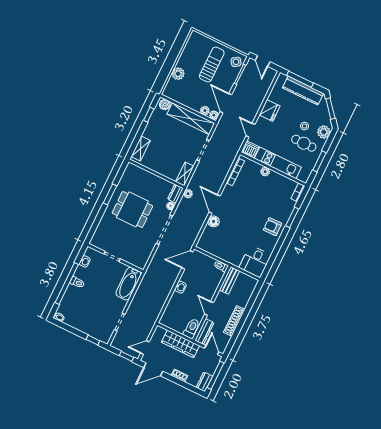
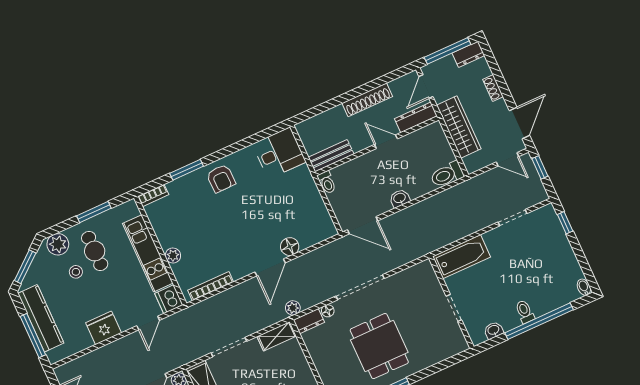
door: (209, 308) -> (386, 142), swing flipped
toilet: (192, 329) -> (447, 174), moved
door: (153, 369) -> (520, 123), hinge flipped

